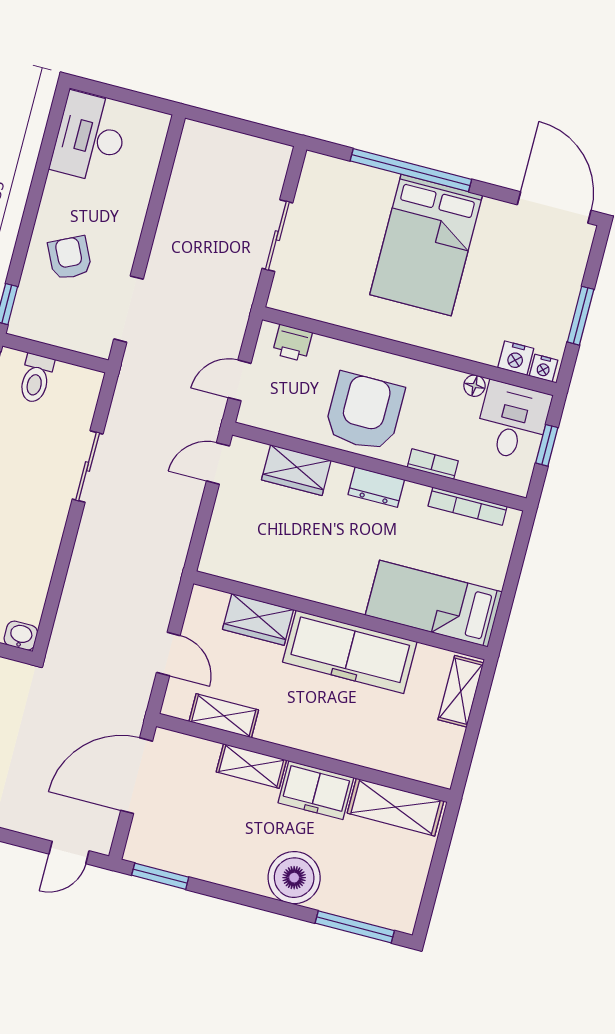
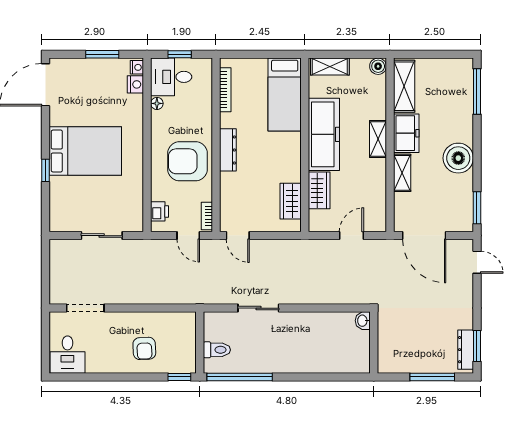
desk: (90, 137) -> (67, 355), width x0.73
window: (411, 170) -> (46, 170), width x0.32
armchair: (70, 258) -> (144, 348), turned -67
doorway: (129, 309) -> (85, 308), moved
bookcase: (433, 464) -> (207, 216), moved
wardrobe: (296, 470) -> (291, 201), moved, turned 180
dresser: (376, 487) -> (228, 150), width x1.44
shelving: (224, 716) -> (378, 139), moved
boiler: (440, 772) -> (378, 66), added
boiler: (294, 878) -> (458, 158), moved

